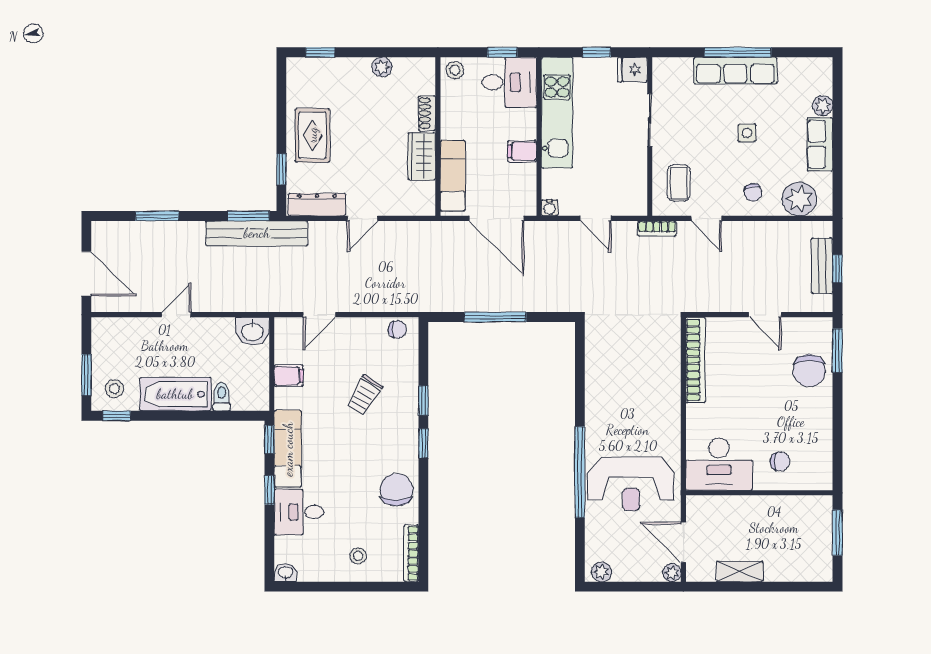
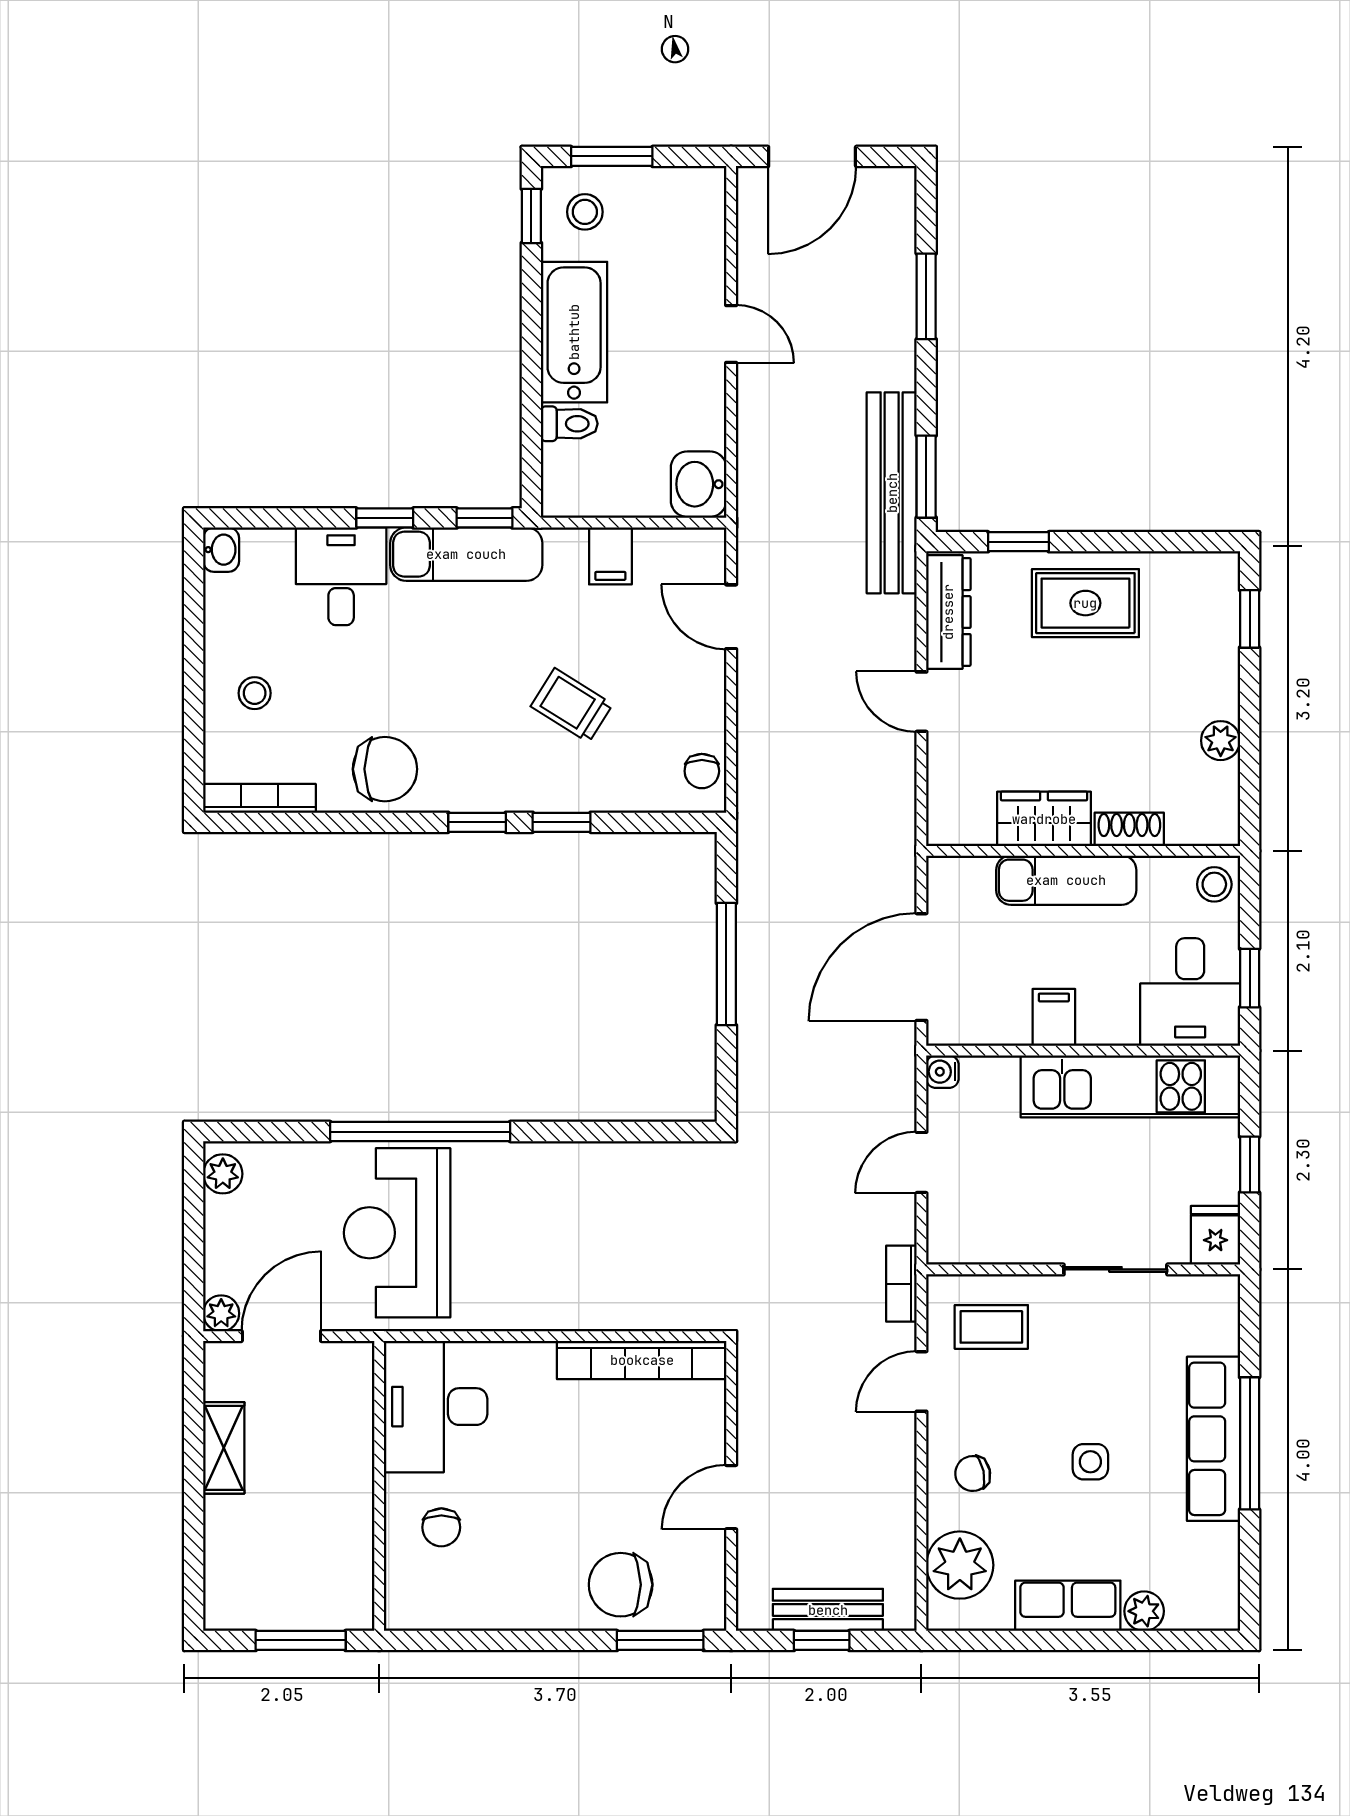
exam couch: (453, 176) -> (1066, 880), moved

